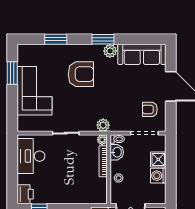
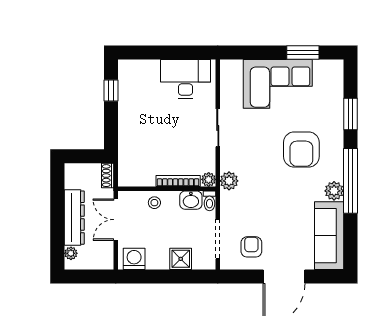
window: (103, 39) -> (350, 181), width x2.11
washing machine: (158, 176) -> (134, 259), moved
printer: (25, 194) -> (131, 71), removed

